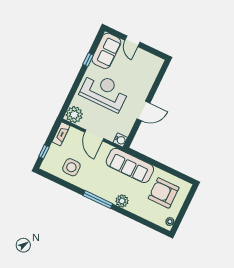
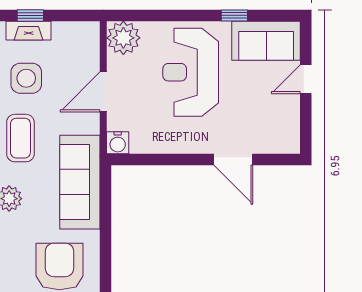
reception desk: (104, 92) -> (191, 72), turned 180
door: (143, 111) -> (233, 159), moved
fireplace: (61, 134) -> (29, 31), moved
coffee table: (97, 183) -> (20, 138), added

